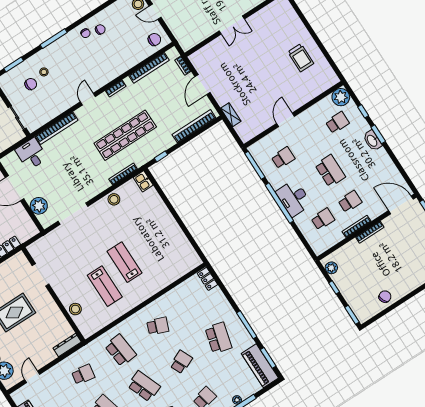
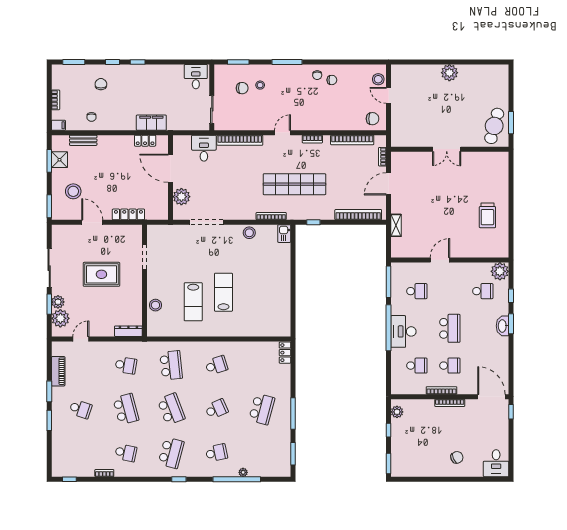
chair: (385, 297) -> (457, 457), moved
school desk: (158, 326) -> (216, 365), turned -39
piano: (260, 366) -> (282, 456), removed

